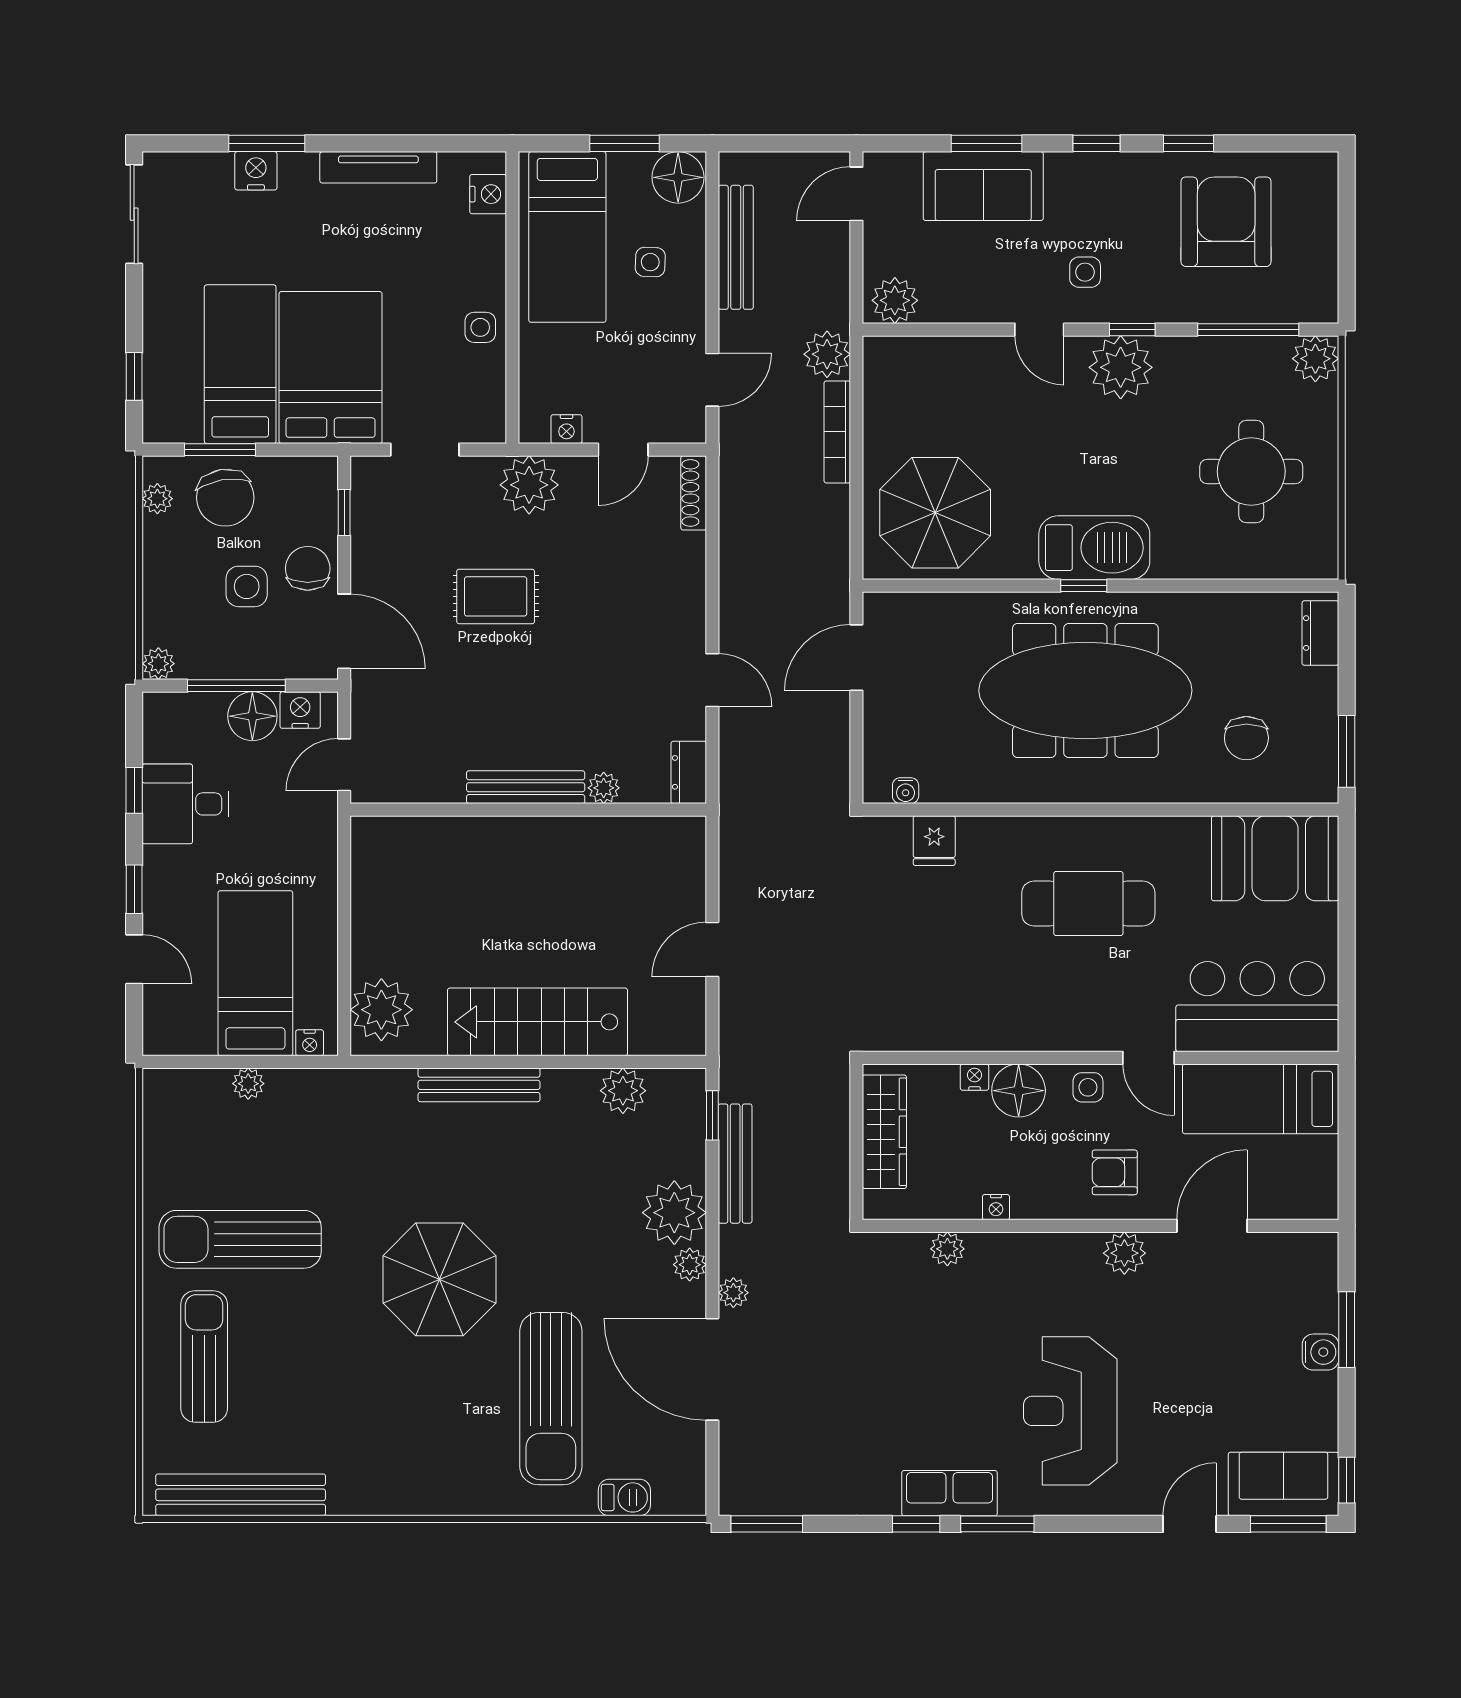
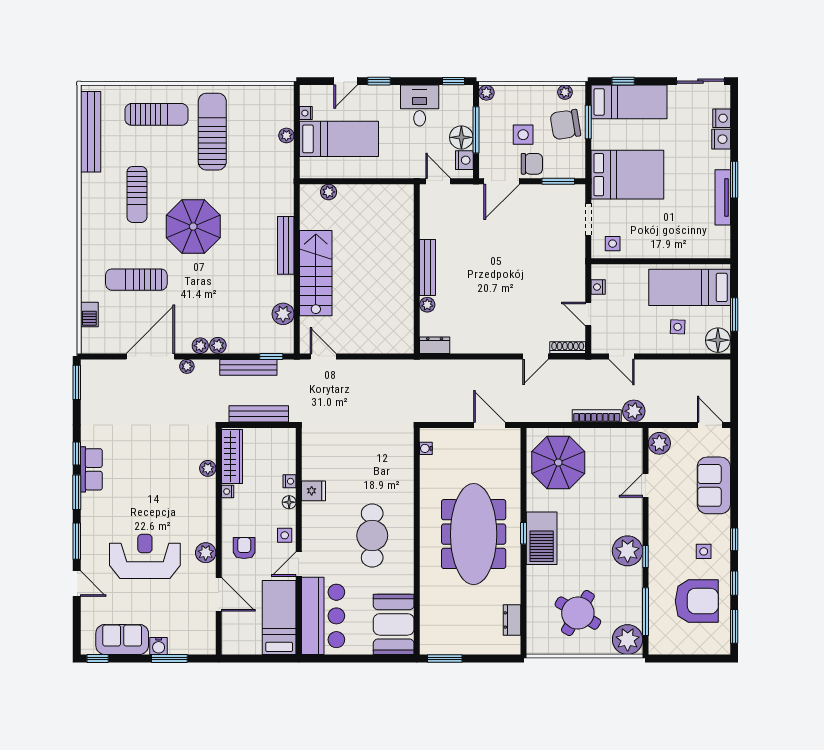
window: (267, 143) -> (734, 180), moved
window: (987, 143) -> (734, 626), moved
nightstand: (488, 194) -> (722, 118), moved, turned -90
bench: (736, 247) -> (259, 414), moved
side table: (1085, 272) -> (704, 551), moved
side table: (480, 327) -> (613, 244), moved
door: (1039, 330) -> (645, 485), moved
plant: (1315, 359) -> (628, 640), width x1.36, depth x1.36
bed: (240, 364) -> (629, 102), moved
round table: (1251, 471) -> (578, 613), turned 31
plant: (529, 485) -> (572, 269), removed
window: (344, 513) -> (558, 181), width x1.50
rug: (496, 596) -> (518, 253), removed
dresser: (1320, 633) -> (512, 620), moved, turned -90
door: (712, 680) -> (535, 356), moved
chair: (1246, 738) -> (451, 611), removed
window: (134, 790) -> (454, 81), moved
fridge: (934, 841) -> (313, 491), moved, turned 180
door: (712, 949) -> (323, 356), moved
plant: (381, 1010) -> (329, 192), width x0.53, depth x0.53
nightstand: (310, 1043) -> (306, 113), moved
floor lamp: (1019, 1091) -> (289, 502), width x0.53, depth x0.53
wardrobe: (884, 1132) -> (232, 456), moved, turned -90
plant: (674, 1213) -> (218, 345), width x0.53, depth x0.53
sun lounger: (372, 1397) -> (137, 194), added
sun lounger: (551, 1399) -> (136, 280), width x0.73, depth x0.75
reception desk: (1070, 1411) -> (145, 556), moved
sofa: (1283, 1484) -> (122, 639), moved, turned -90
window: (1288, 1524) -> (77, 541), moved

